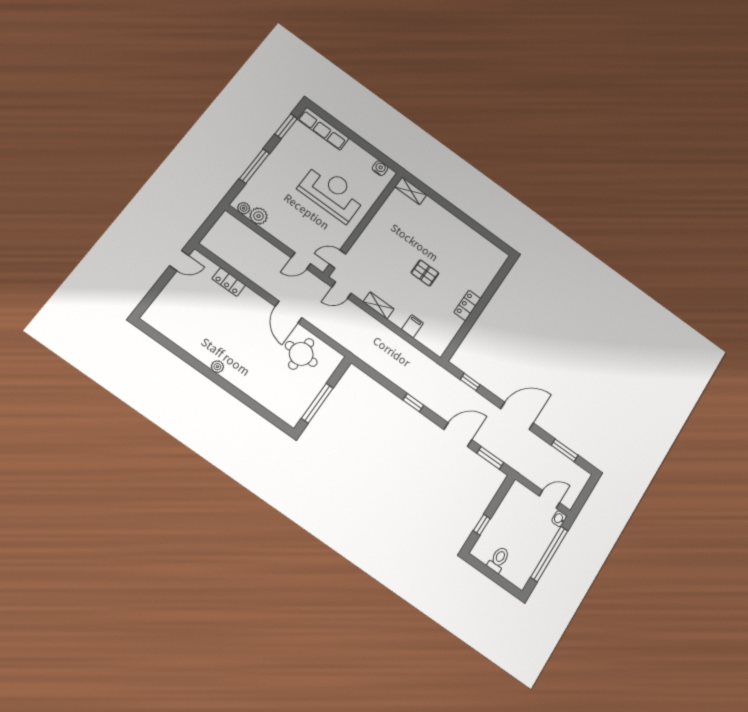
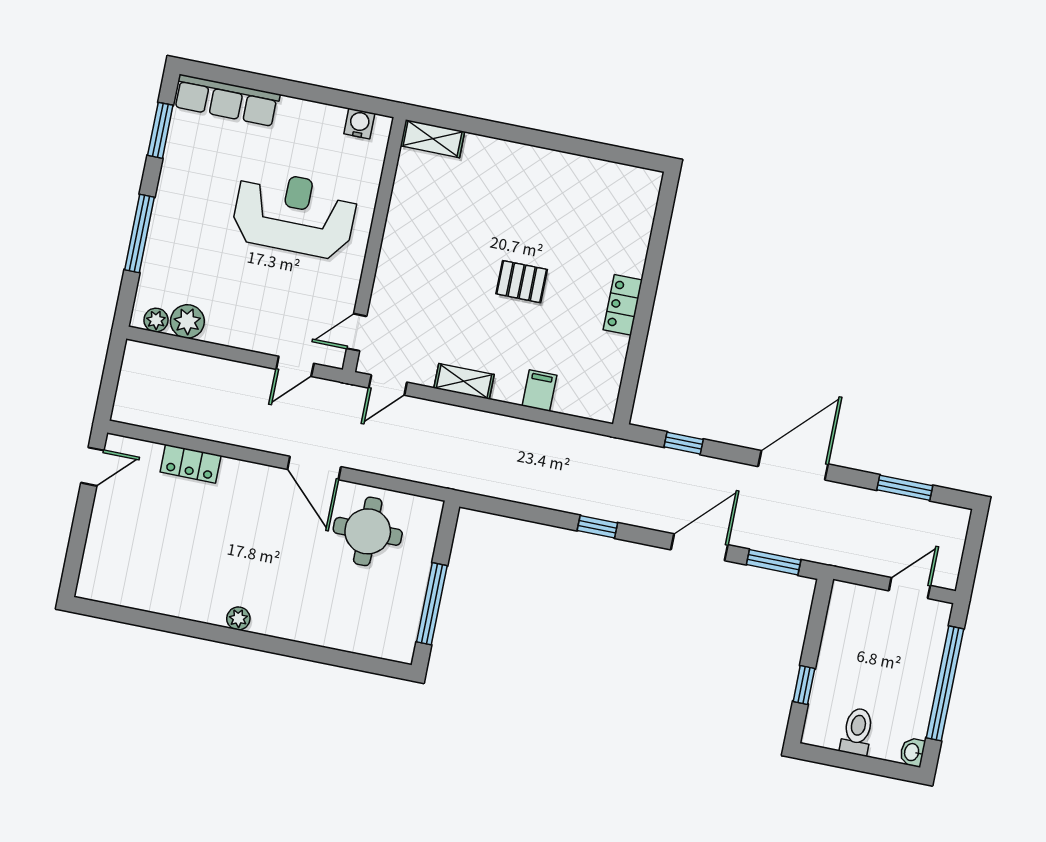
washbasin: (559, 519) -> (912, 752), moved

